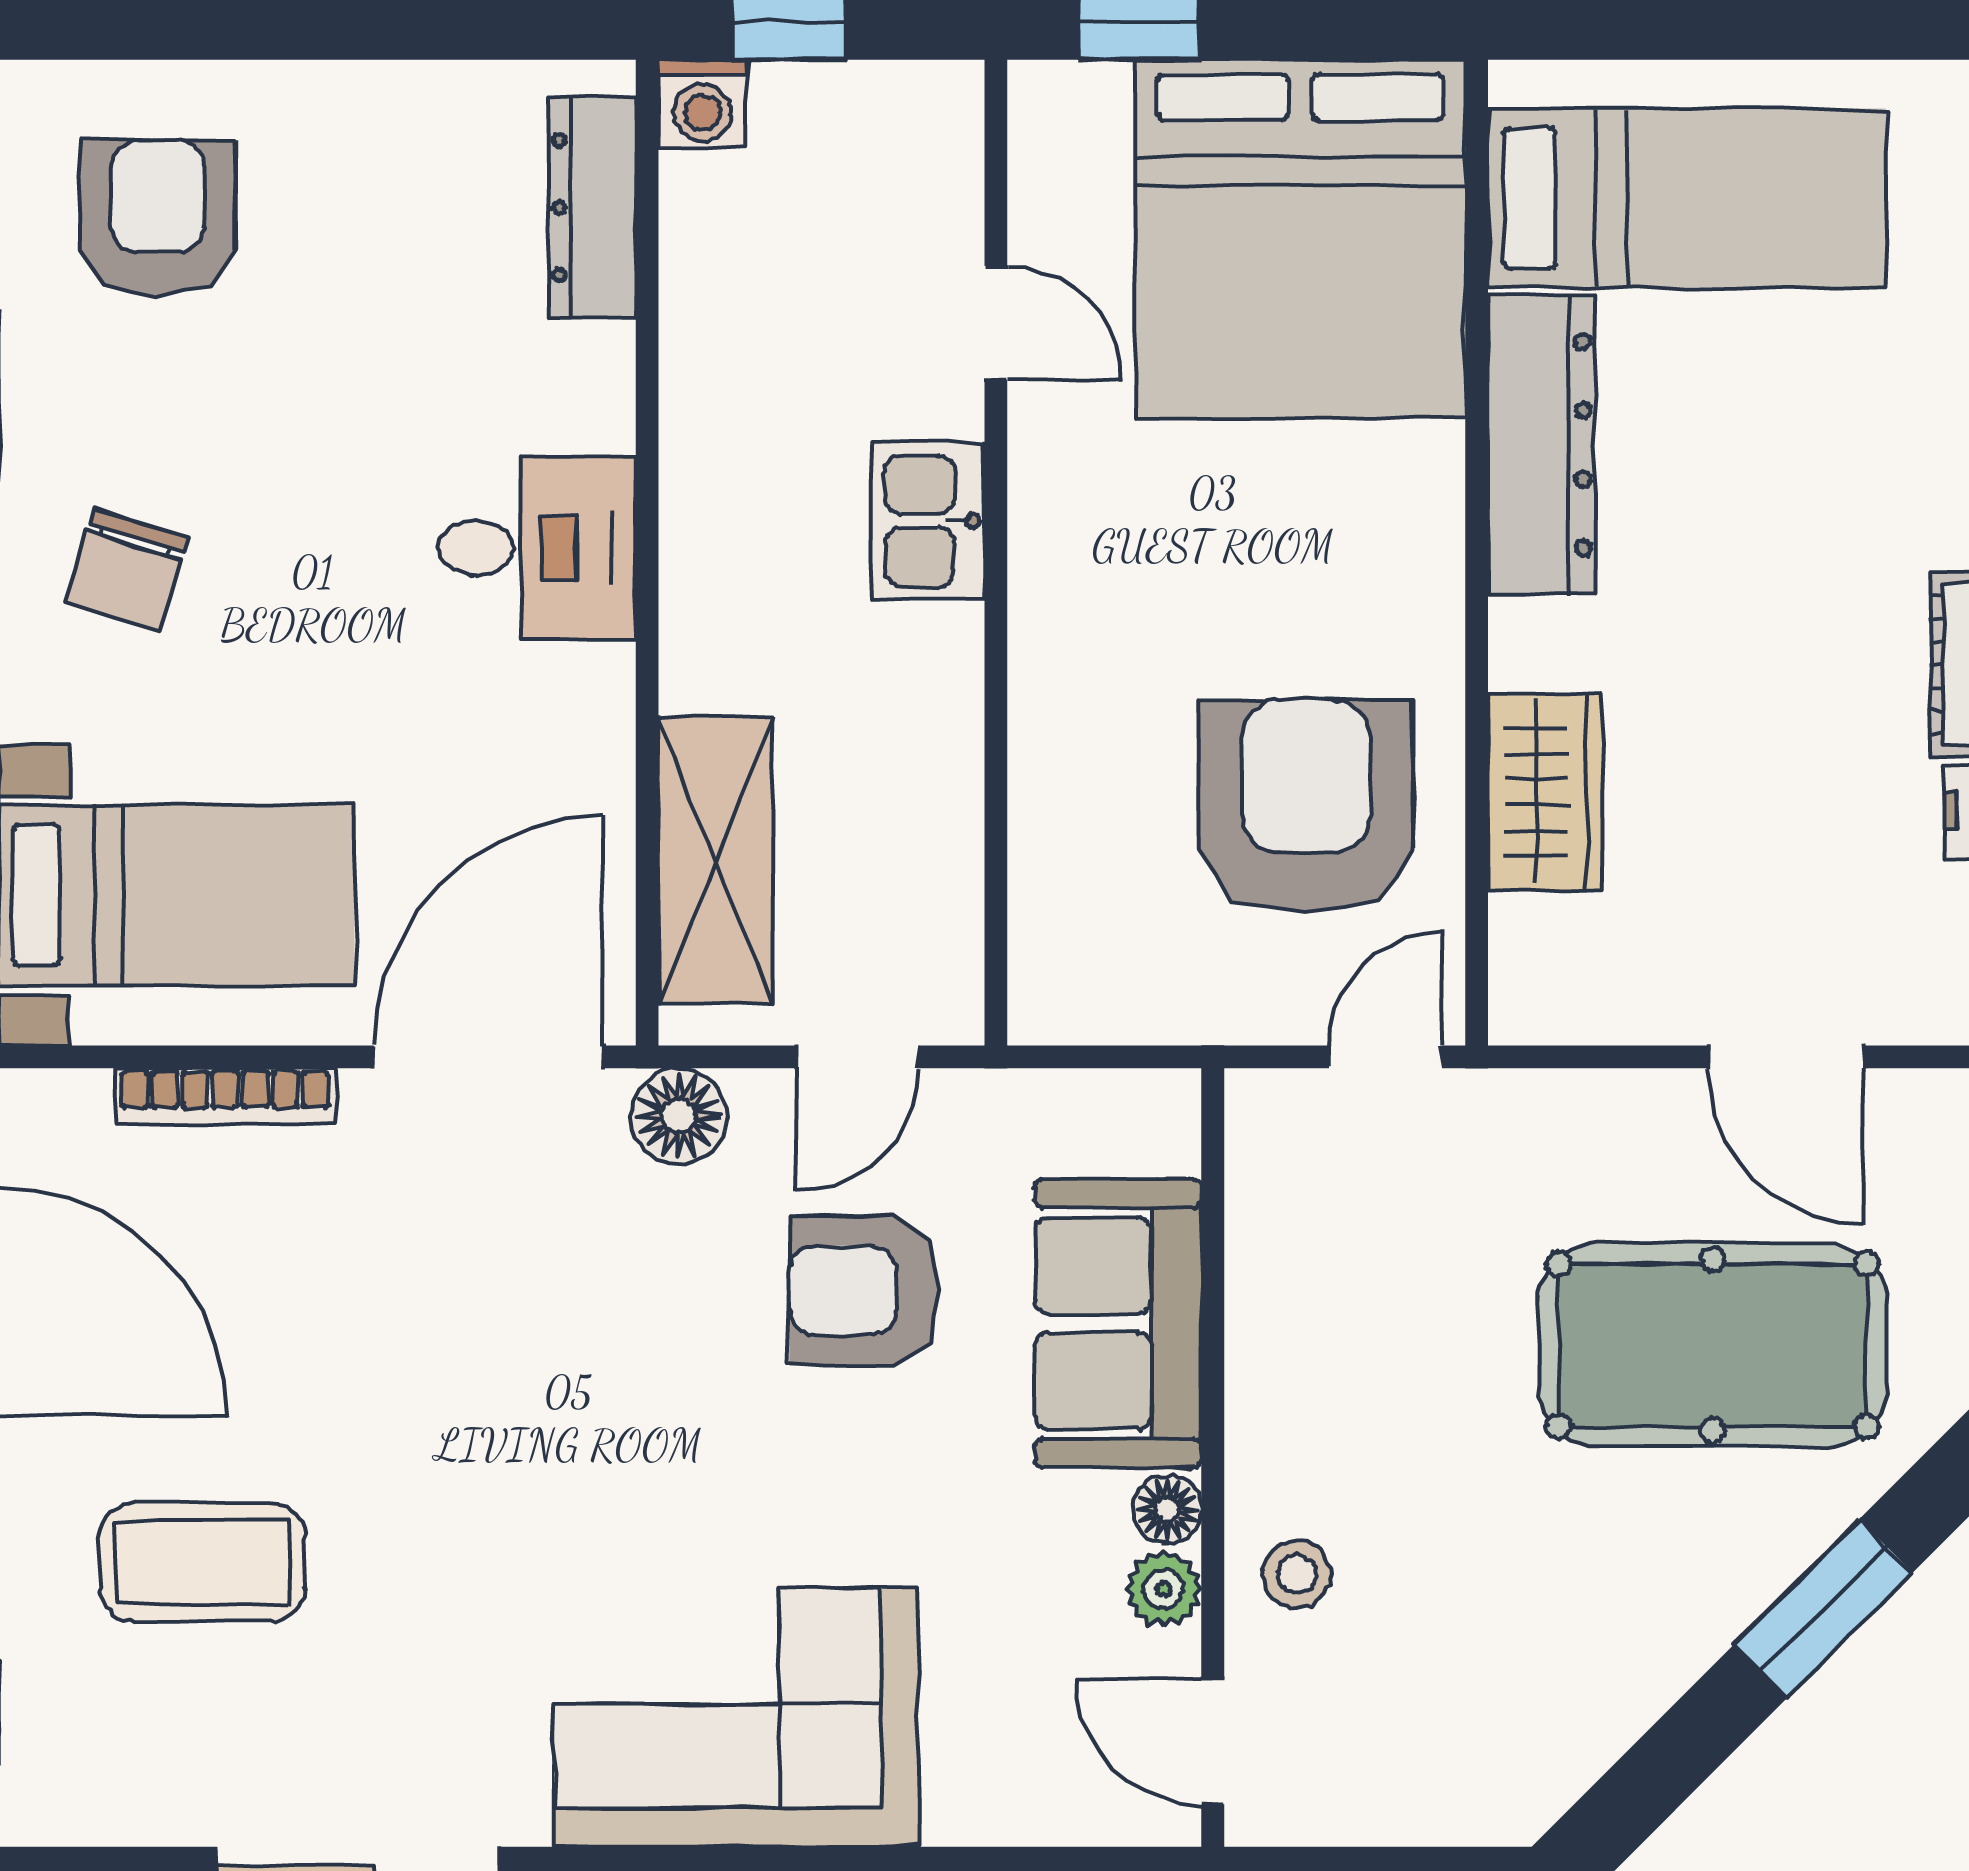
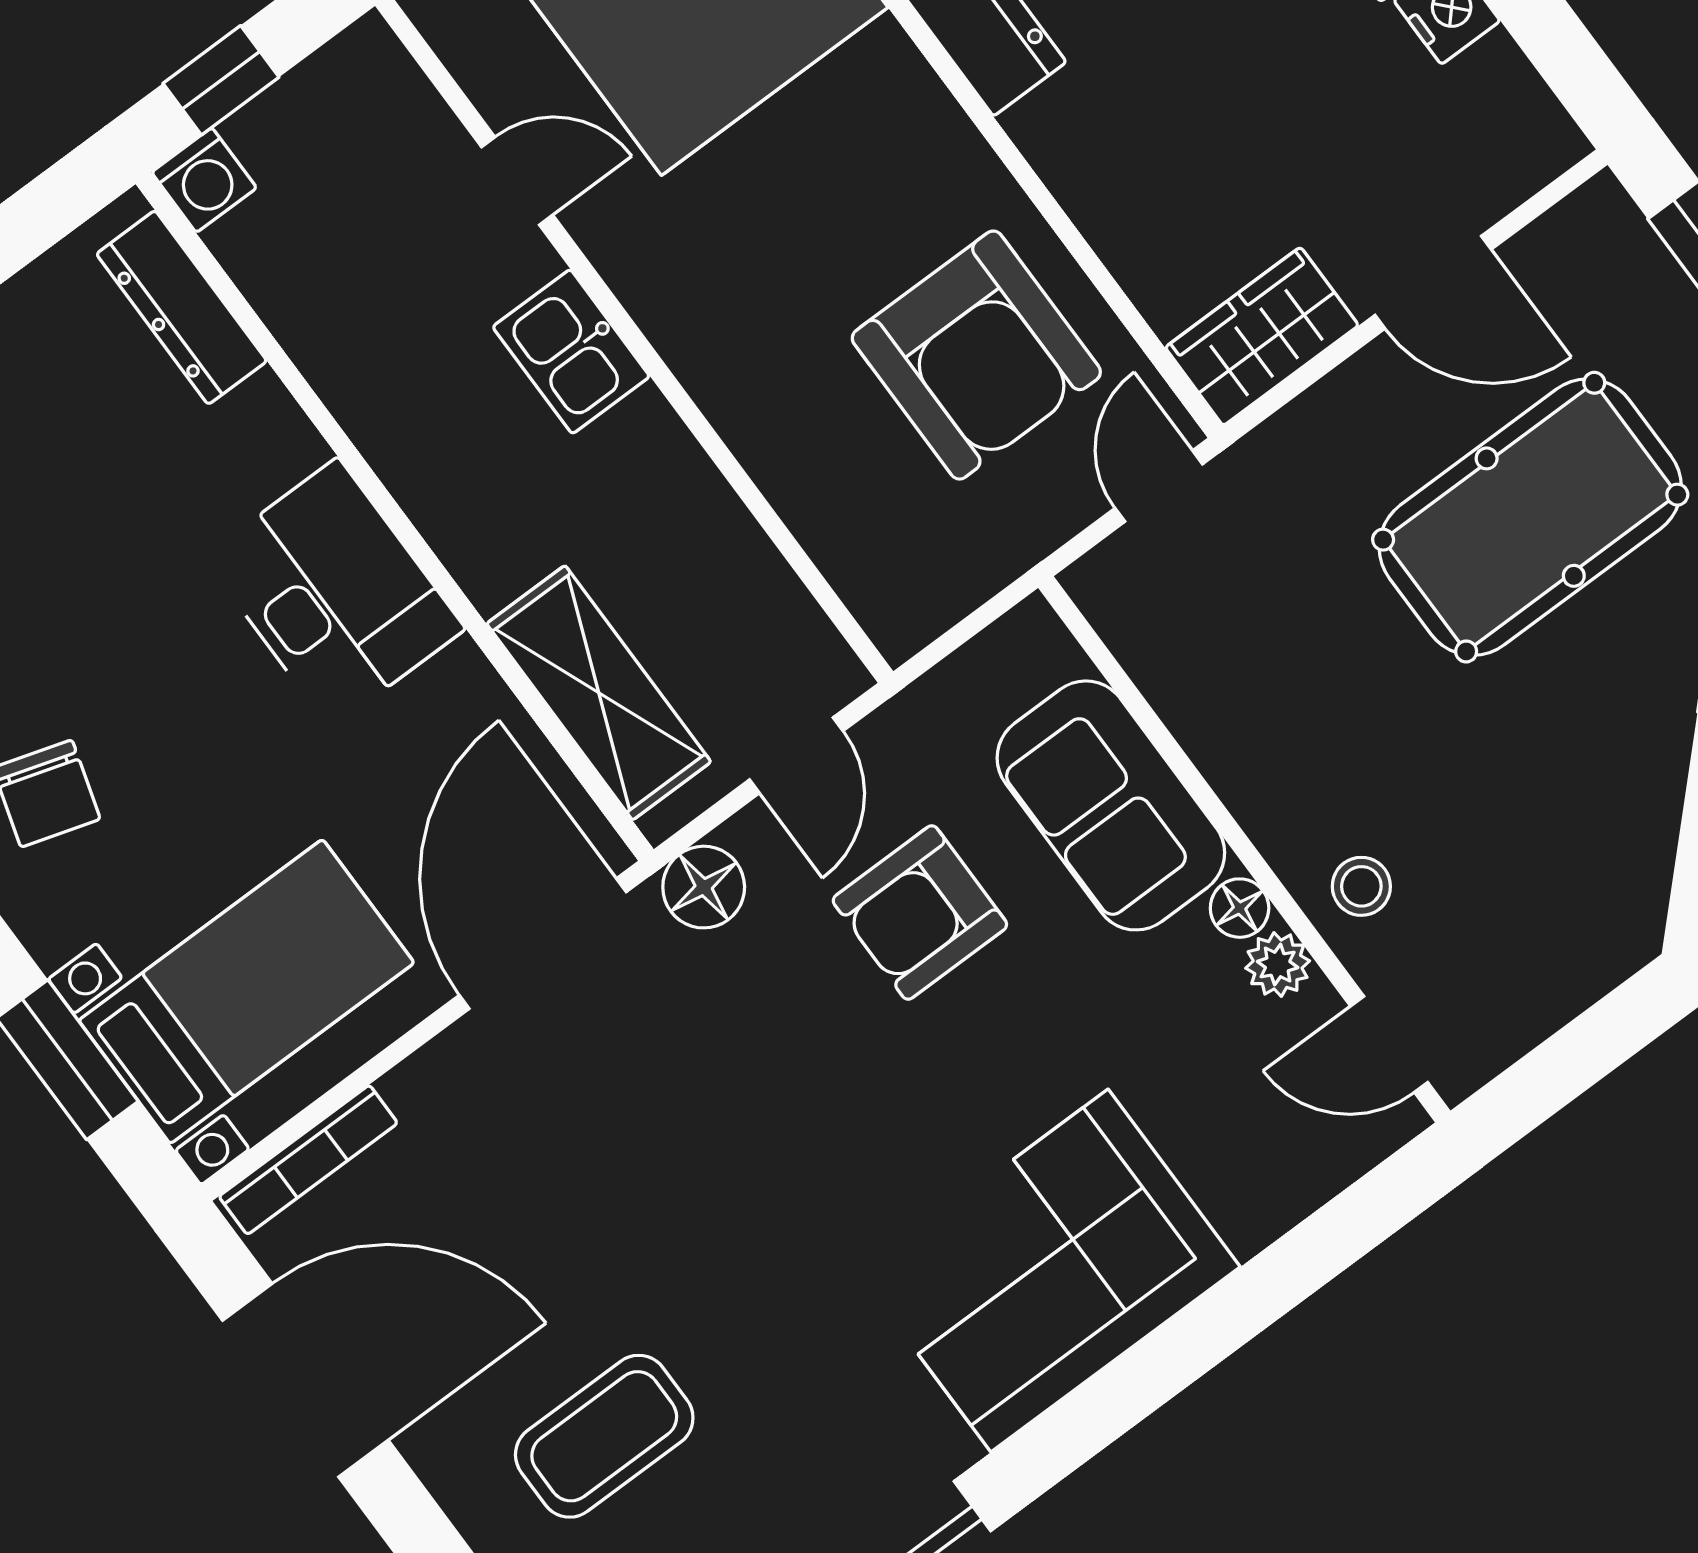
desk: (537, 548) -> (334, 593), width x1.37
wardrobe: (1545, 792) -> (1262, 336), moved, turned -90
armchair: (1306, 807) -> (976, 355), turned 180
bookcase: (225, 1096) -> (308, 1160), moved

